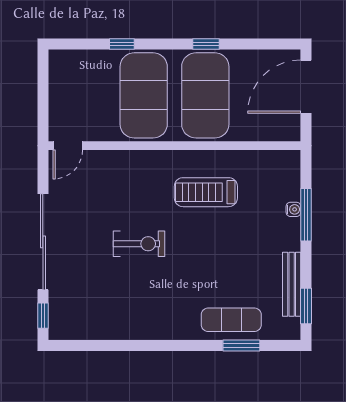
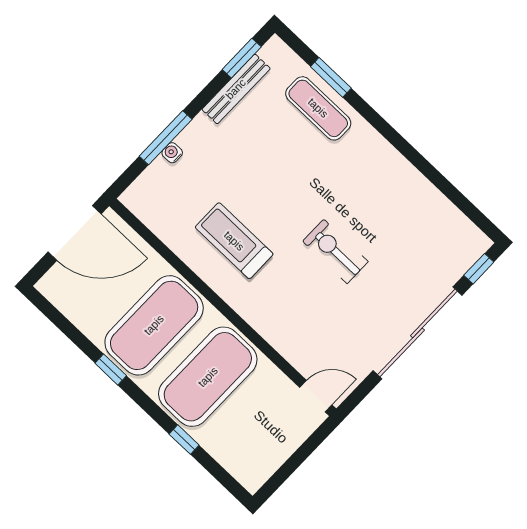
door: (306, 87) -> (75, 233), moved
treadmill: (206, 192) -> (234, 241), turned 180

